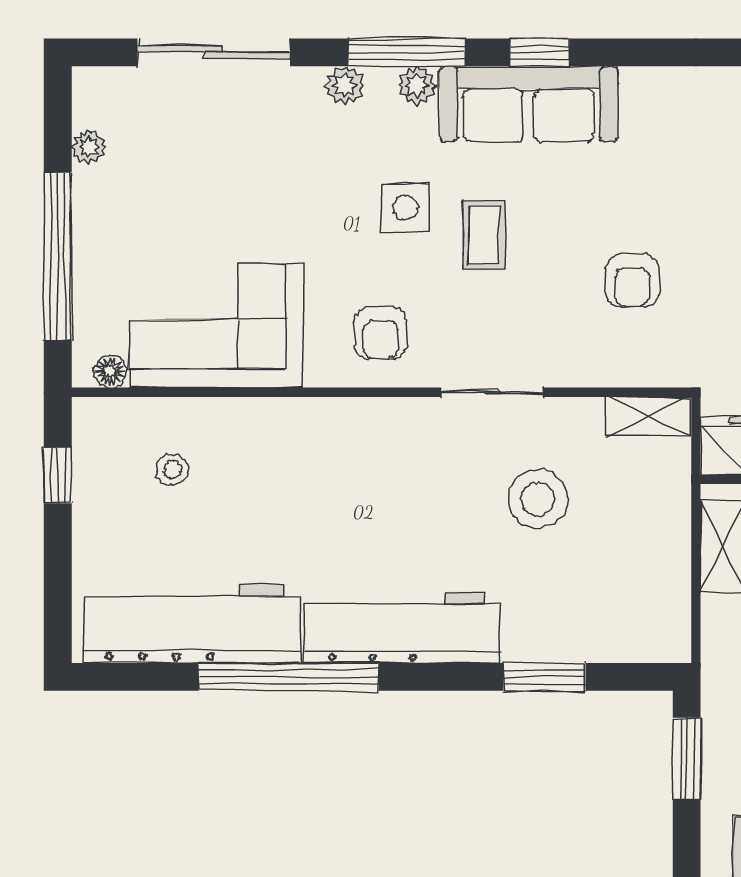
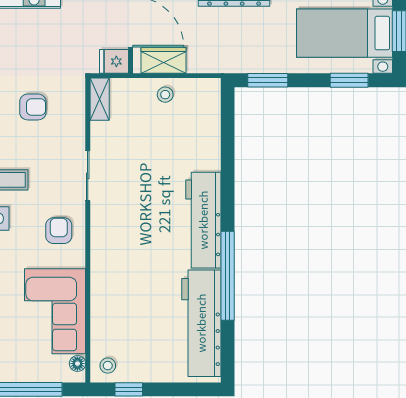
armchair: (381, 333) -> (59, 231), turned -90
stool: (172, 470) -> (108, 366), moved
stool: (538, 499) -> (165, 95), moved, width x0.53, depth x0.53
window: (544, 677) -> (228, 150), removed

